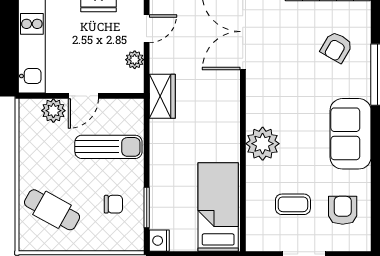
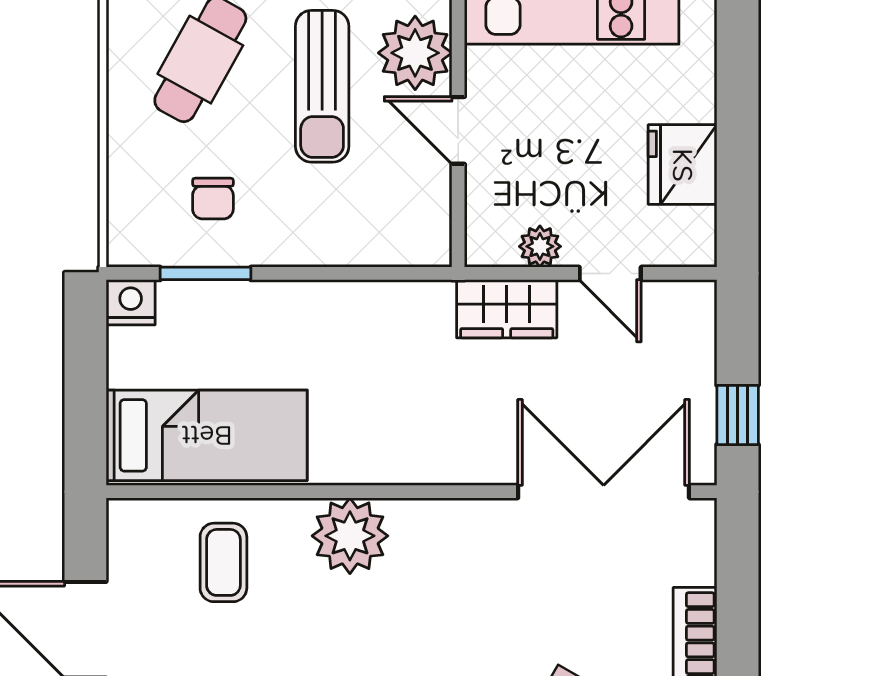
wardrobe: (162, 96) -> (507, 309), moved
plant: (53, 111) -> (415, 53), width x1.36, depth x1.36
sun lounger: (108, 147) -> (322, 86), moved
coffee table: (293, 204) -> (223, 562), moved

